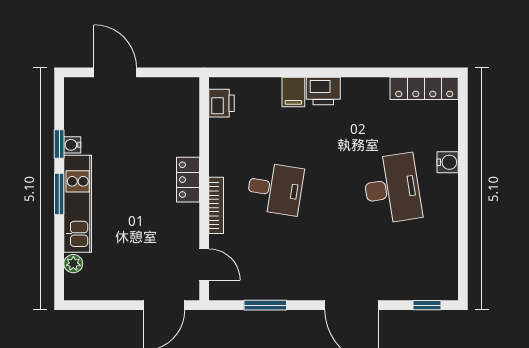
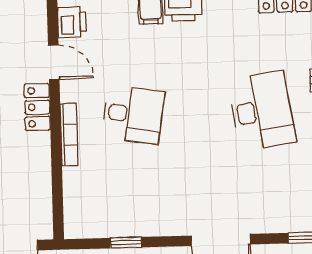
door: (204, 264) -> (54, 62), moved
window: (265, 305) -> (126, 243), width x0.67

